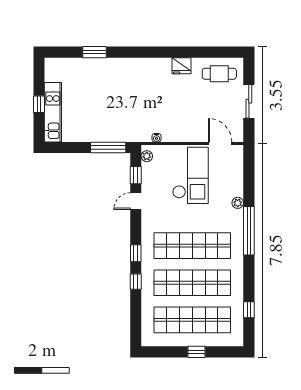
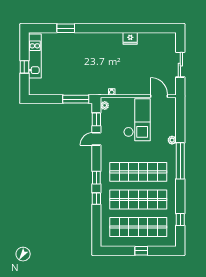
cafe table: (219, 74) -> (158, 44), removed
kitchen unit: (53, 112) -> (35, 56), moved

